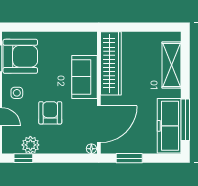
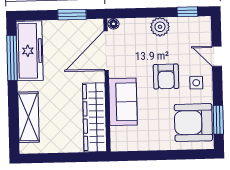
armchair: (50, 113) -> (166, 76), moved
plant: (30, 145) -> (160, 27), moved

